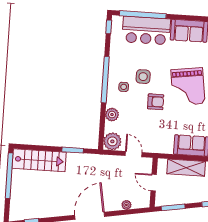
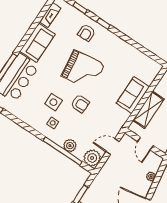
window: (105, 80) -> (63, 151), moved
armchair: (156, 102) -> (80, 104), turned 90
door: (154, 183) -> (145, 144), hinge flipped

